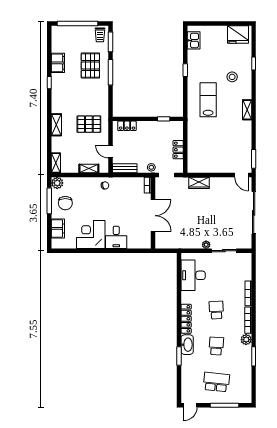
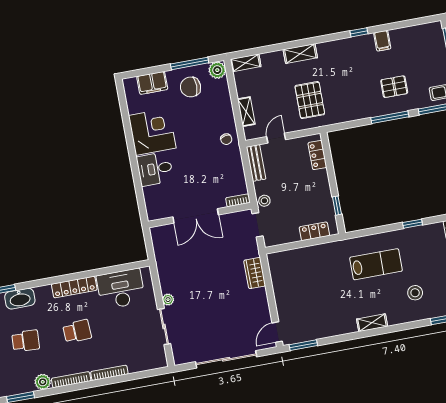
filing cabinet: (58, 63) -> (382, 41), width x0.50
pallet: (90, 65) -> (394, 87), width x0.67, depth x0.71
locker: (178, 150) -> (314, 231), moved
locker: (186, 319) -> (74, 287), moved

